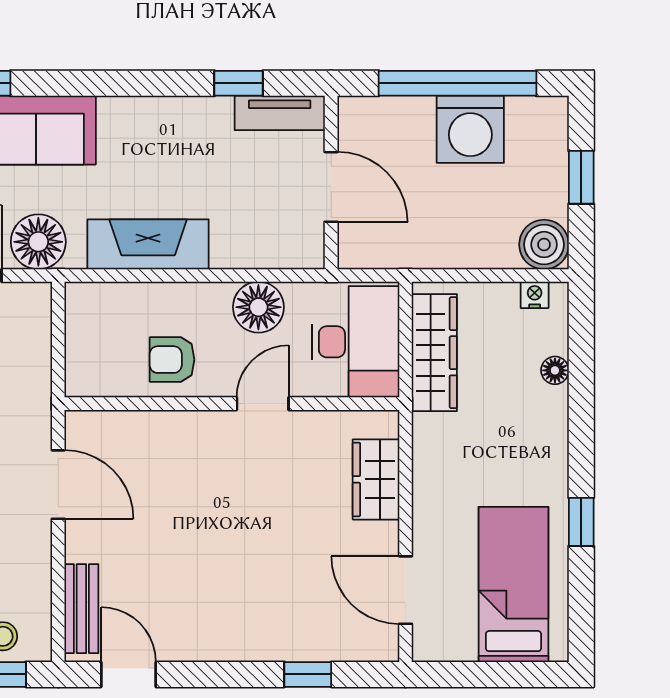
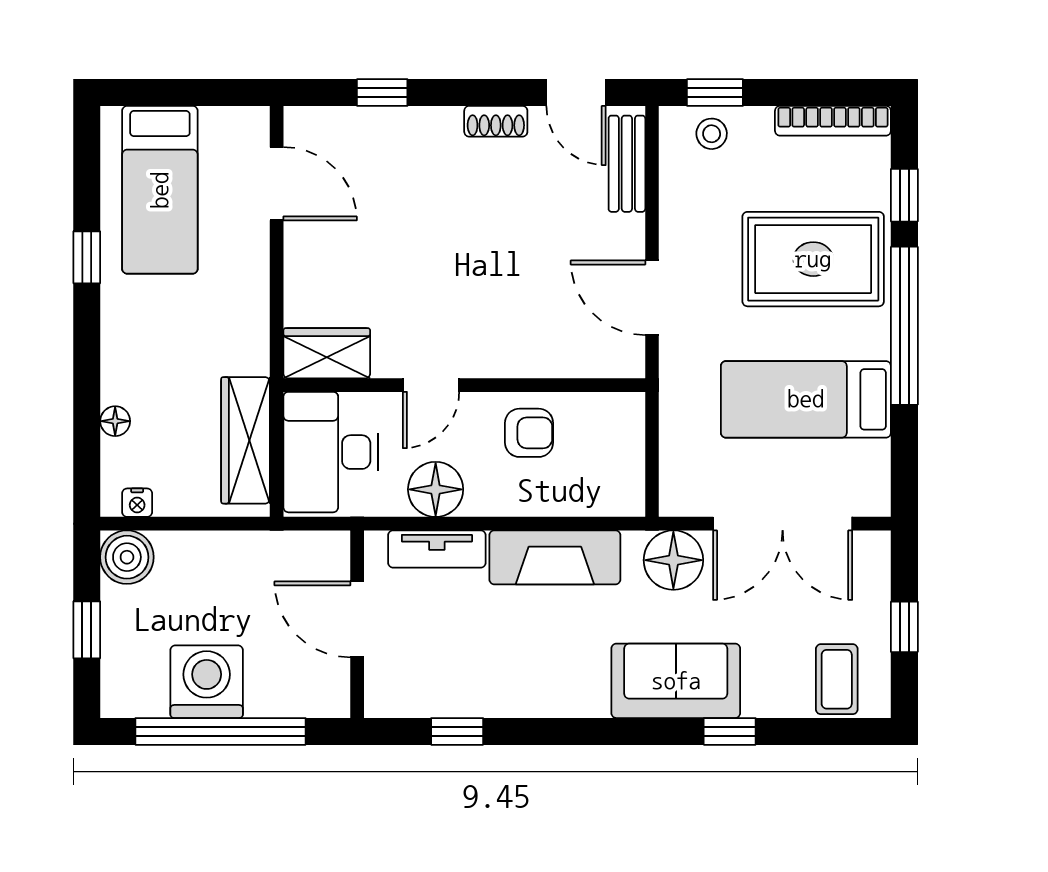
tv unit: (280, 113) -> (437, 549), moved, turned 180
wardrobe: (376, 479) -> (327, 353), moved, turned -90
shoe rack: (203, 648) -> (496, 121), added

